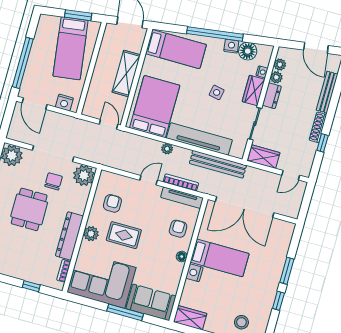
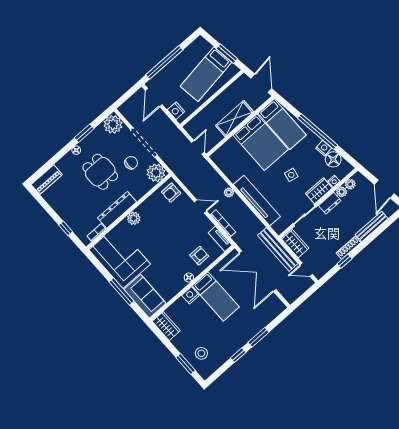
bed: (155, 107) -> (261, 142), moved, turned 90
bench: (218, 164) -> (278, 249), moved
tv unit: (182, 198) -> (220, 239), width x0.71
armchair: (112, 203) -> (171, 193), moved, turned 180
dining table: (29, 209) -> (100, 172), turned 90
rug: (124, 235) -> (157, 235), removed

